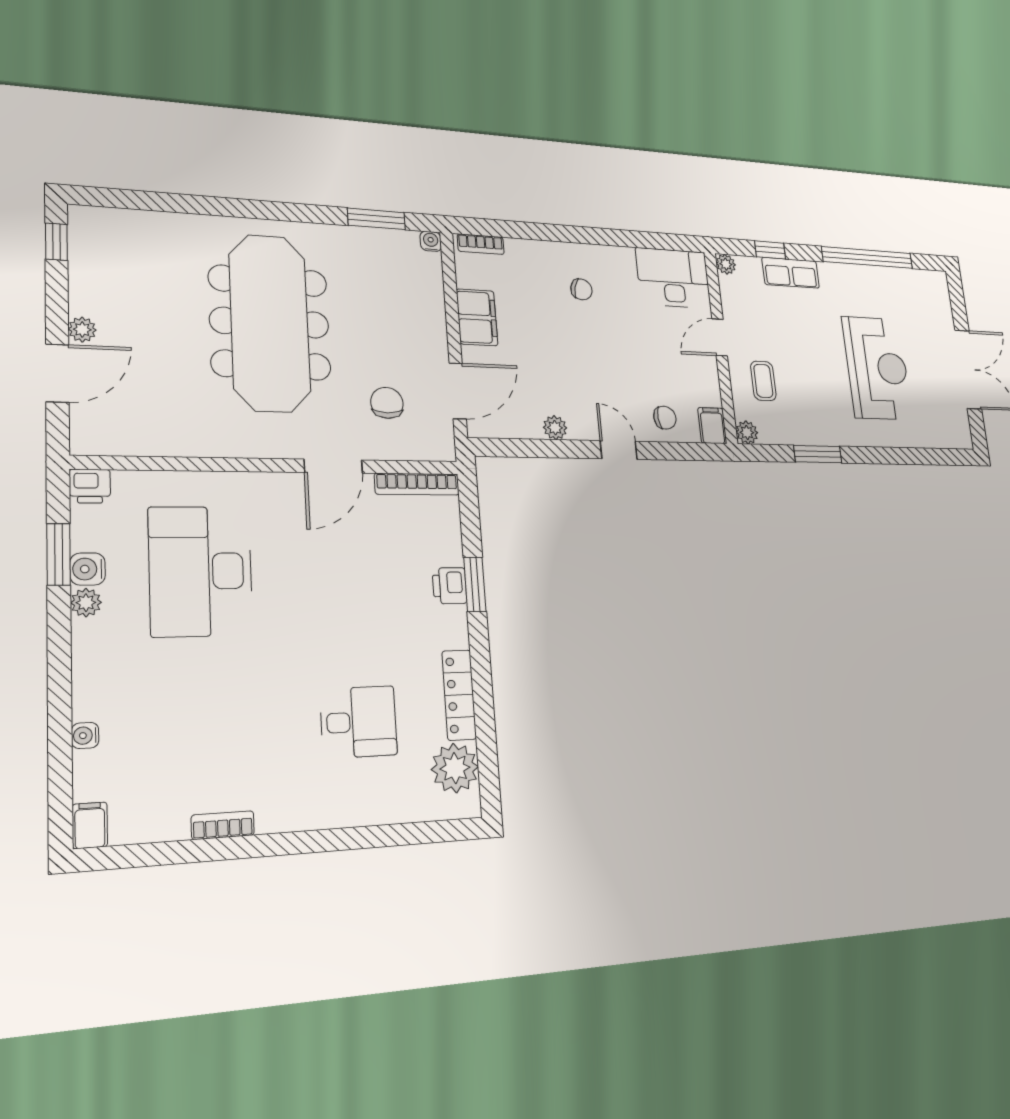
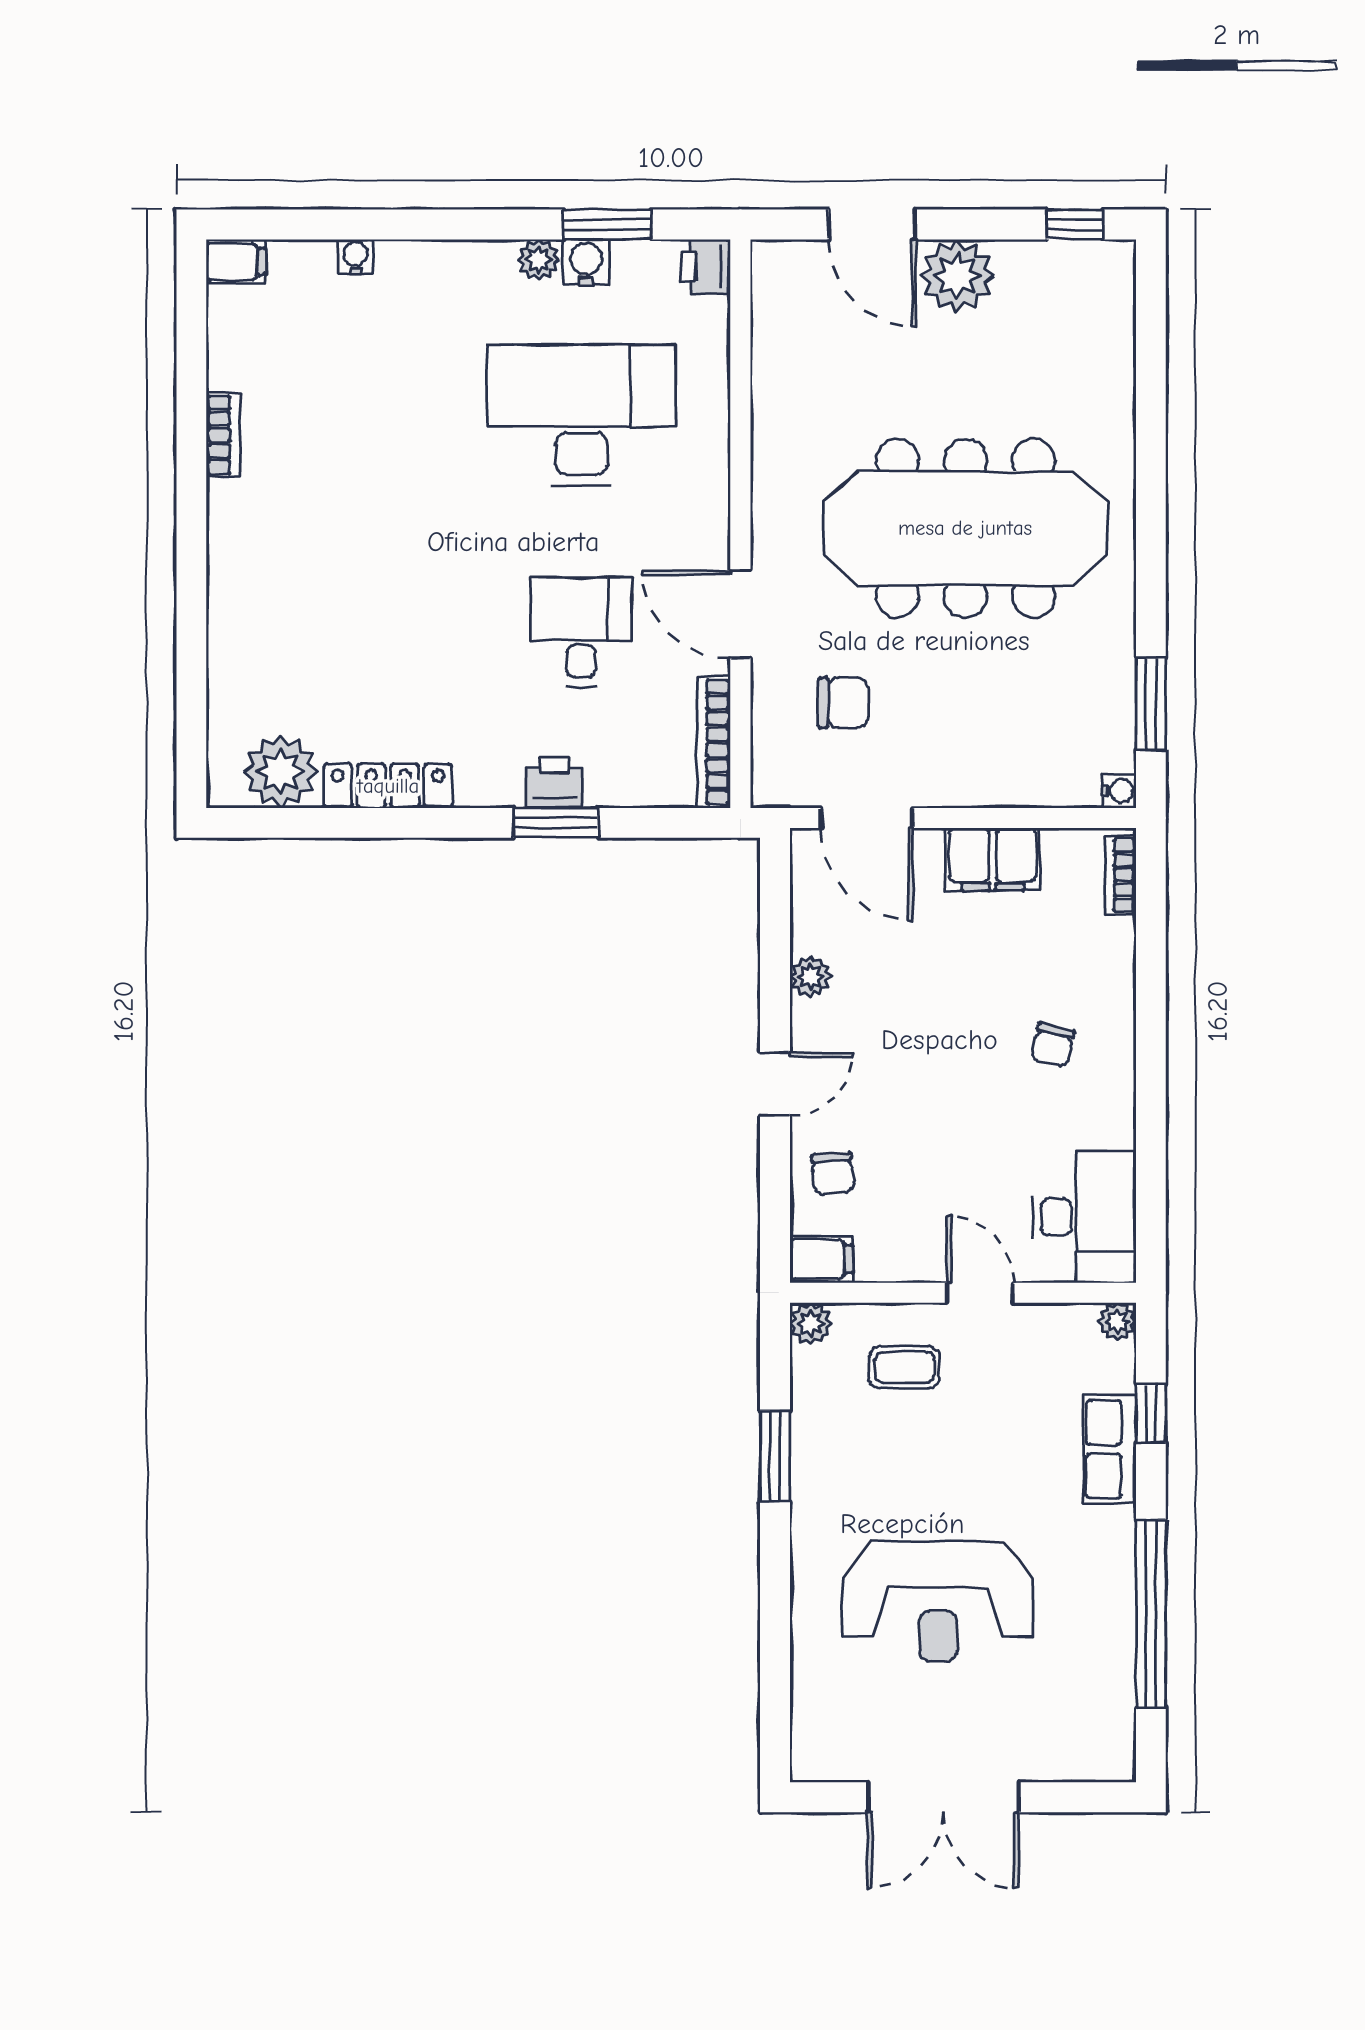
plant: (82, 330) -> (957, 276), width x1.88, depth x1.88
desk: (359, 722) -> (581, 632), moved, turned 180

